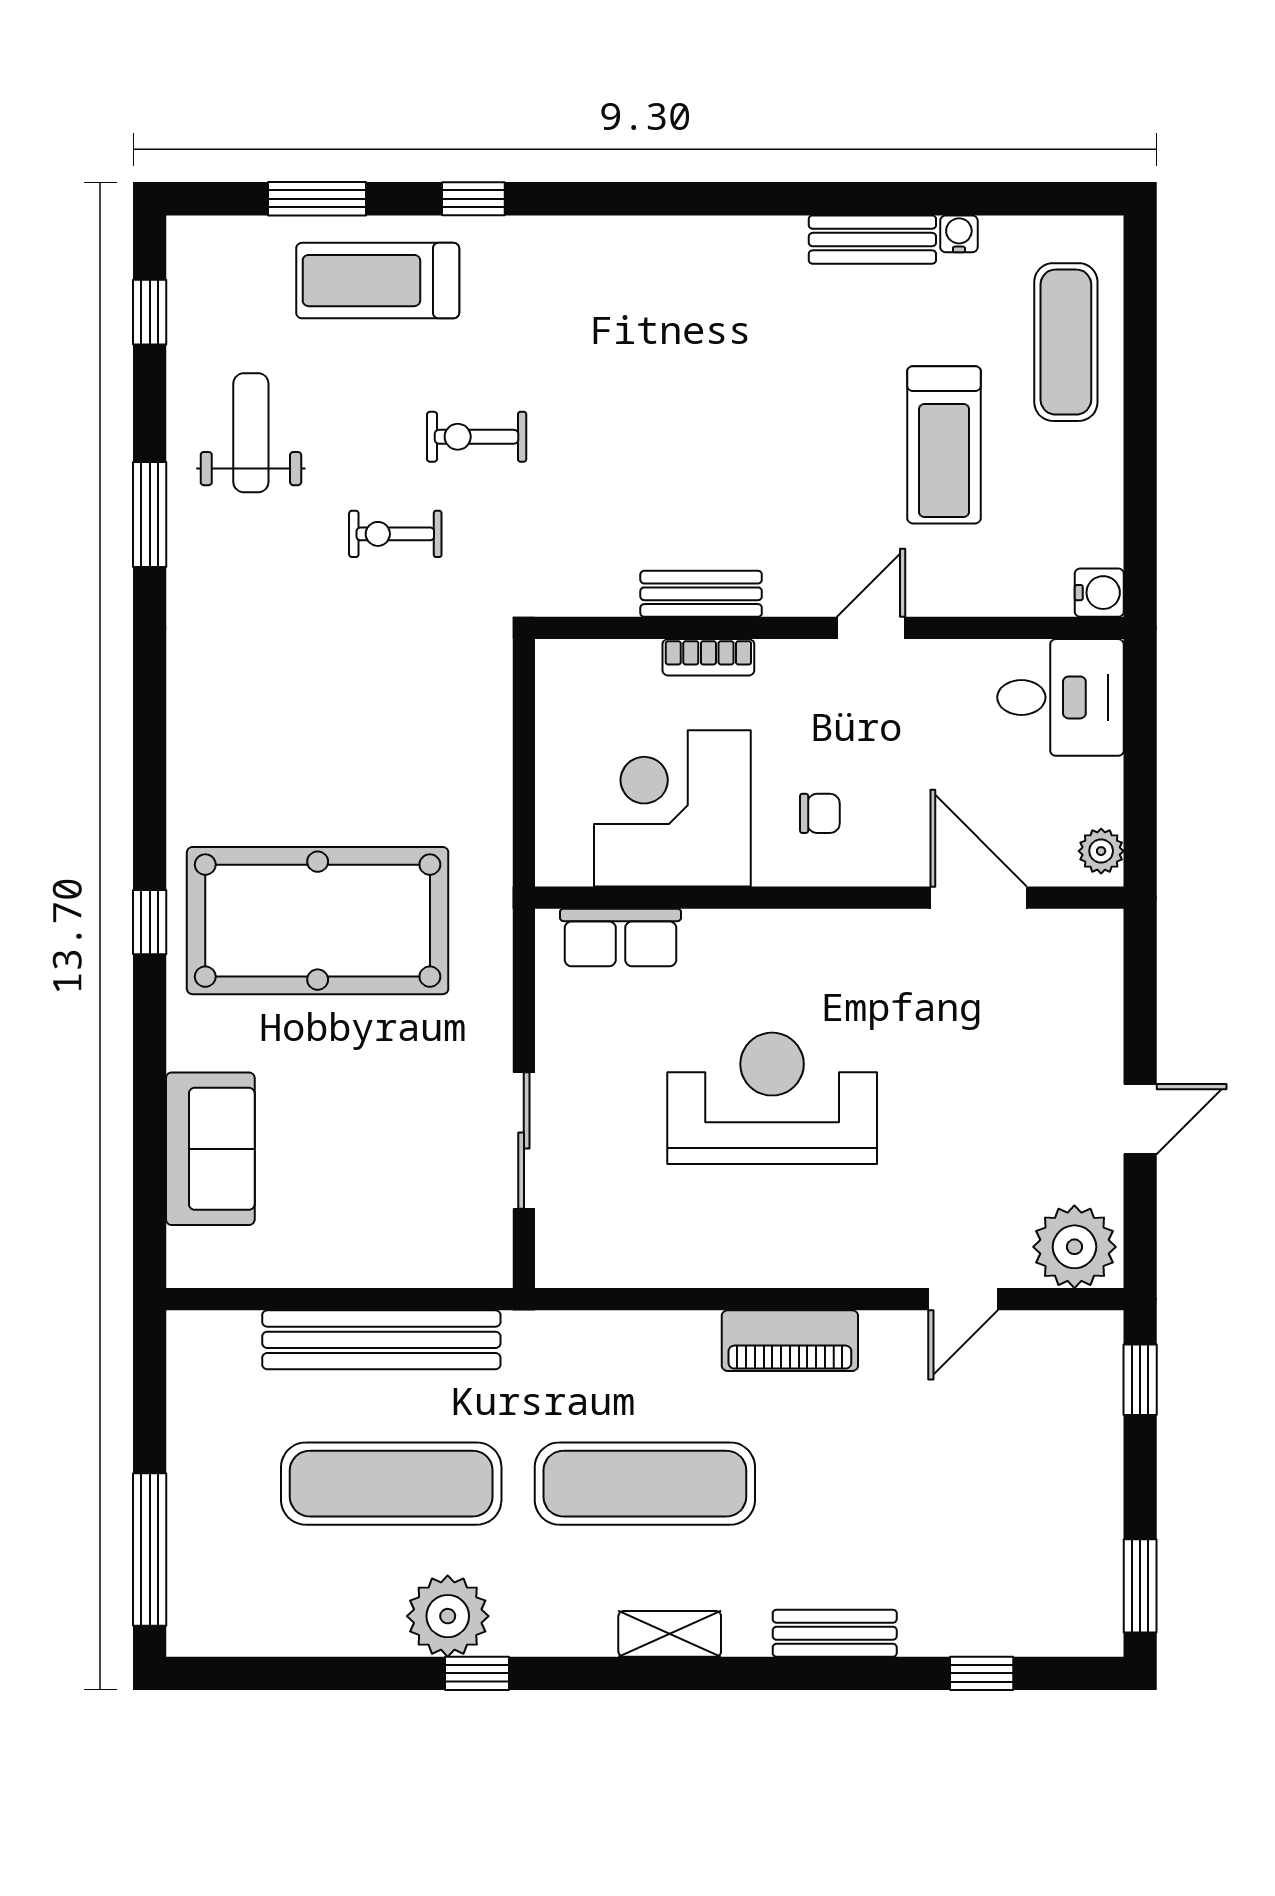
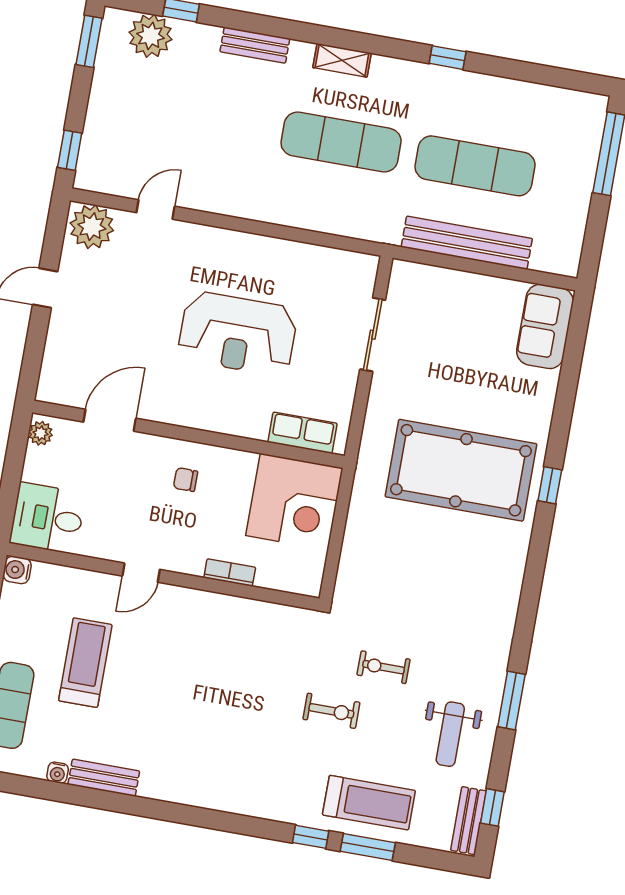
window: (317, 199) -> (368, 847), moved
exercise bike: (395, 534) -> (384, 667), turned 180
bench: (701, 594) -> (468, 821), moved, turned 90
corner desk: (672, 808) -> (294, 502), moved
door: (979, 898) -> (110, 420), swing flipped
sofa: (210, 1149) -> (545, 326), moved
piano: (790, 1341) -> (251, 204), removed
plant: (448, 1616) -> (150, 36), moved

